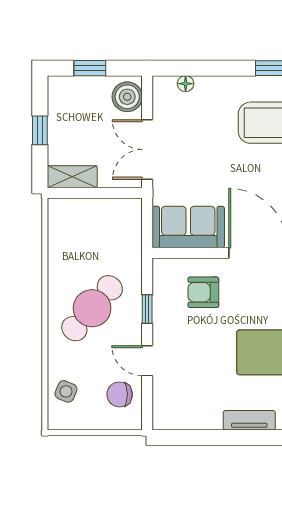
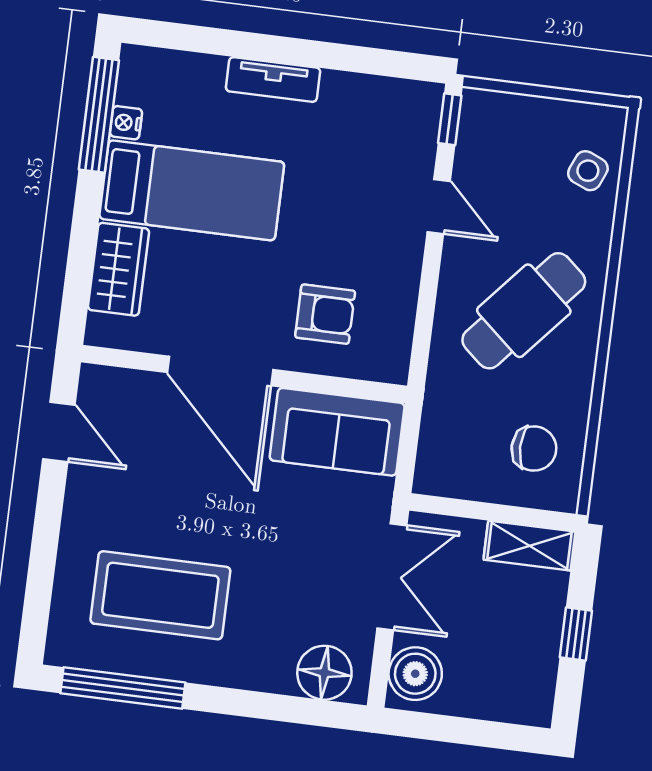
window: (90, 68) -> (474, 732), removed
floor lamp: (186, 84) -> (324, 673), width x1.89, depth x1.89
window: (147, 309) -> (450, 119), moved
chair: (120, 394) -> (534, 449), moved

